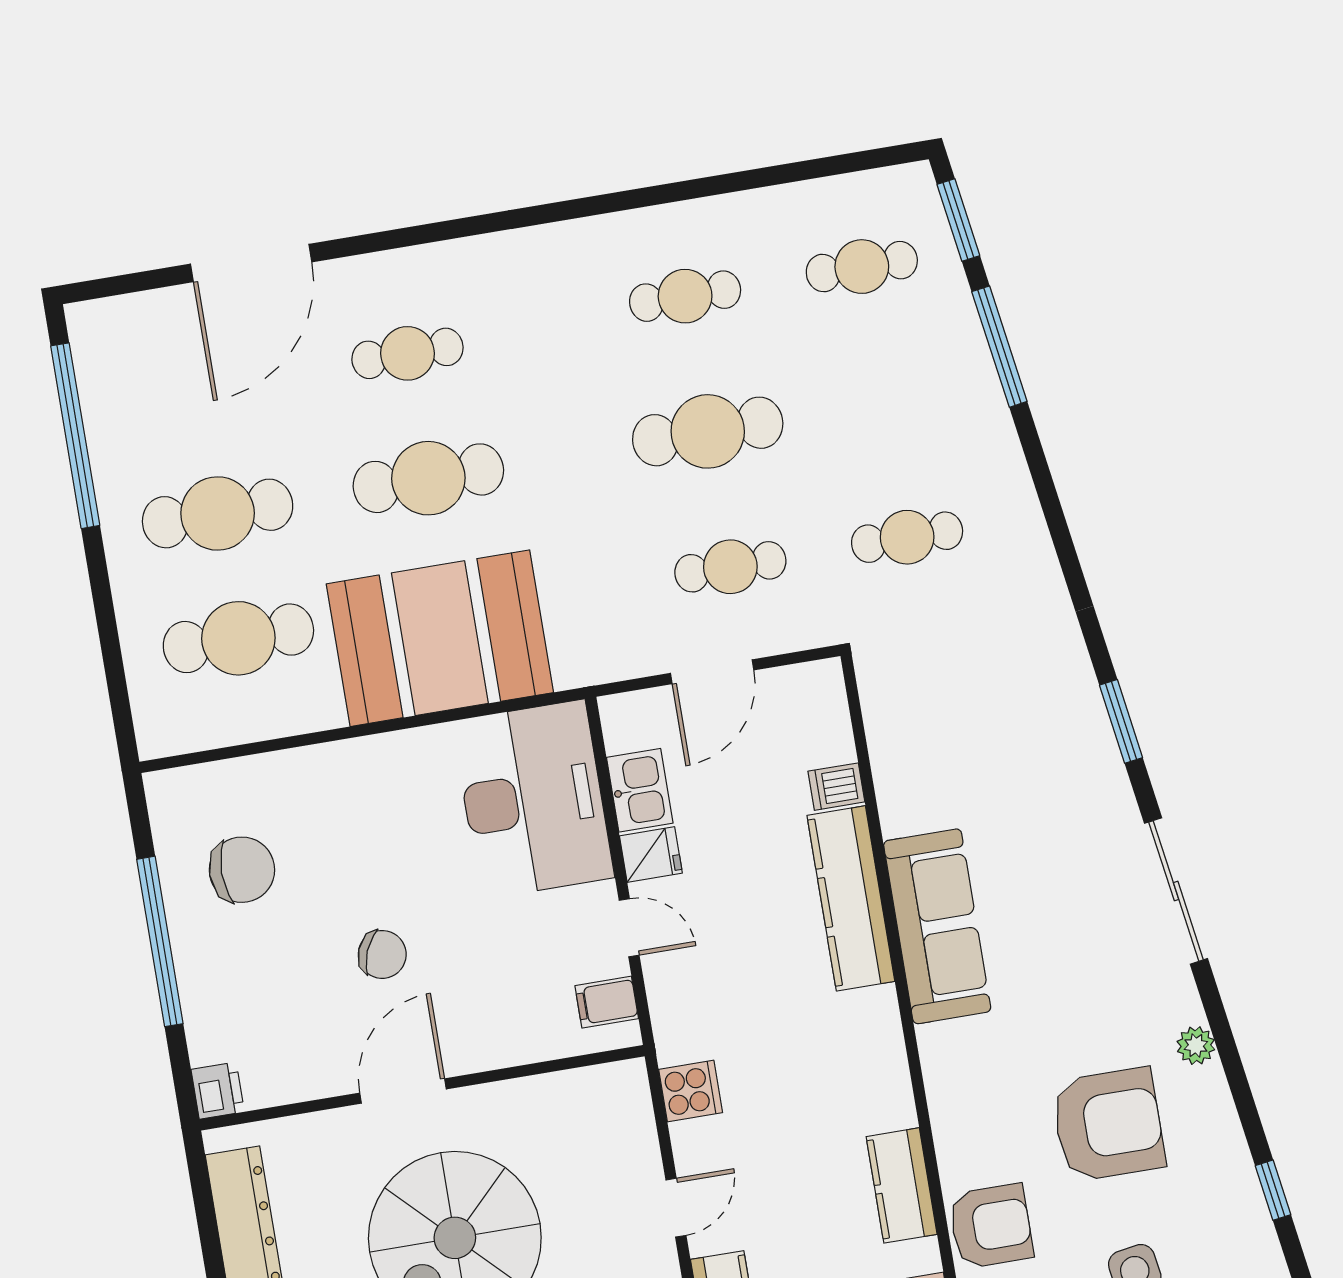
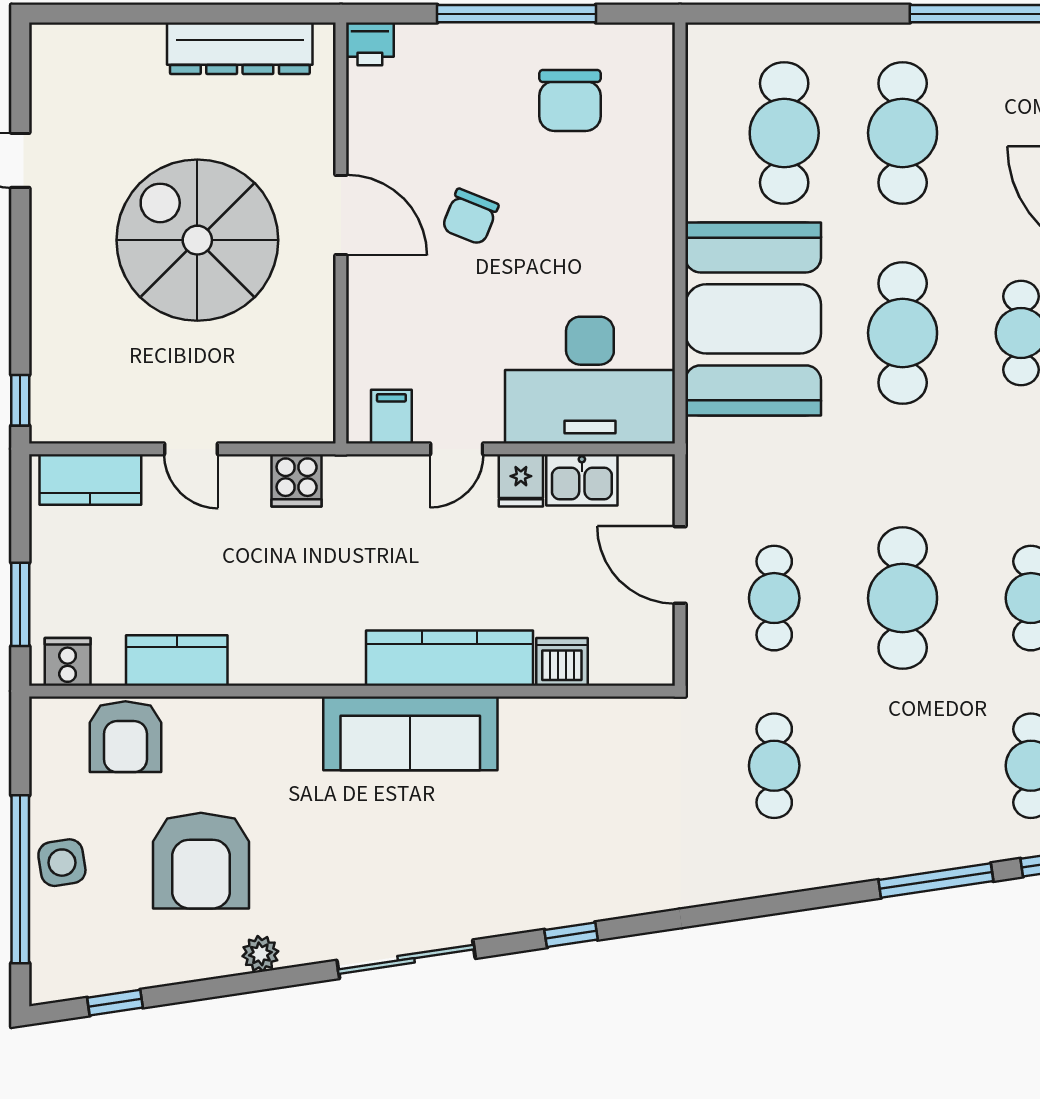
window: (1121, 721) -> (571, 935), width x0.67
dishwasher: (836, 787) -> (562, 662), width x1.38

